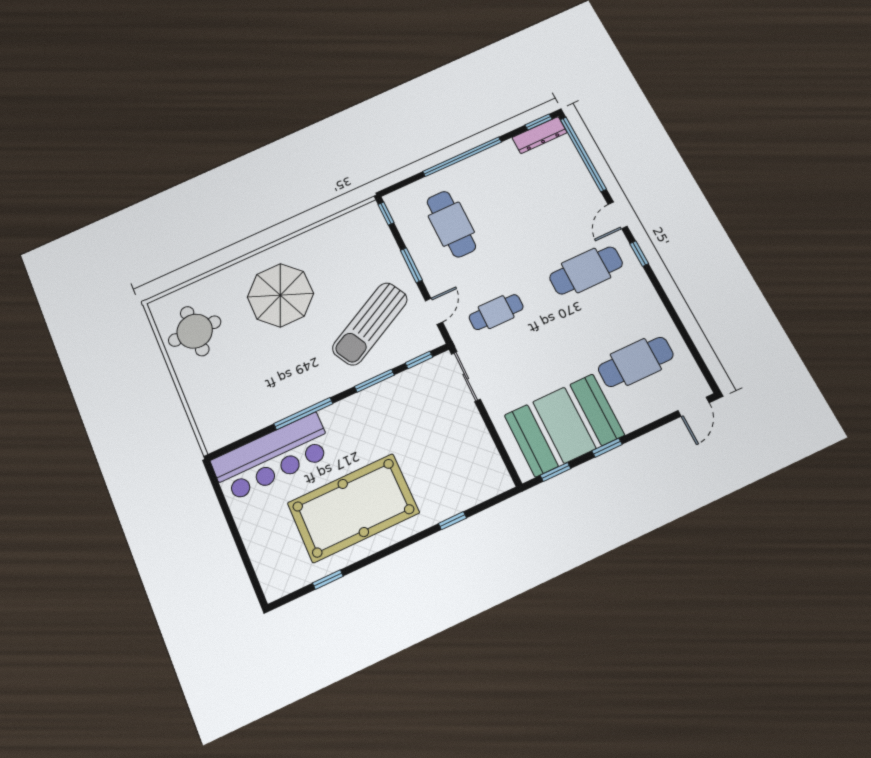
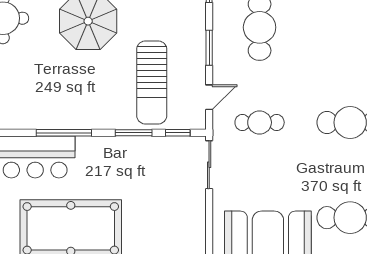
sun lounger: (370, 324) -> (152, 82), turned -62

